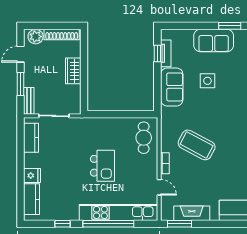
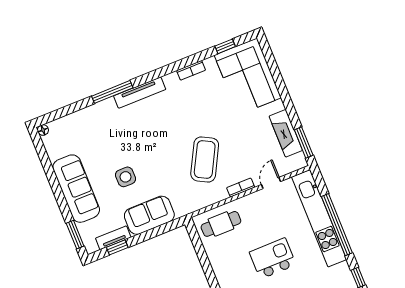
window: (230, 26) -> (75, 235), moved
sofa: (214, 41) -> (76, 189), width x1.36

